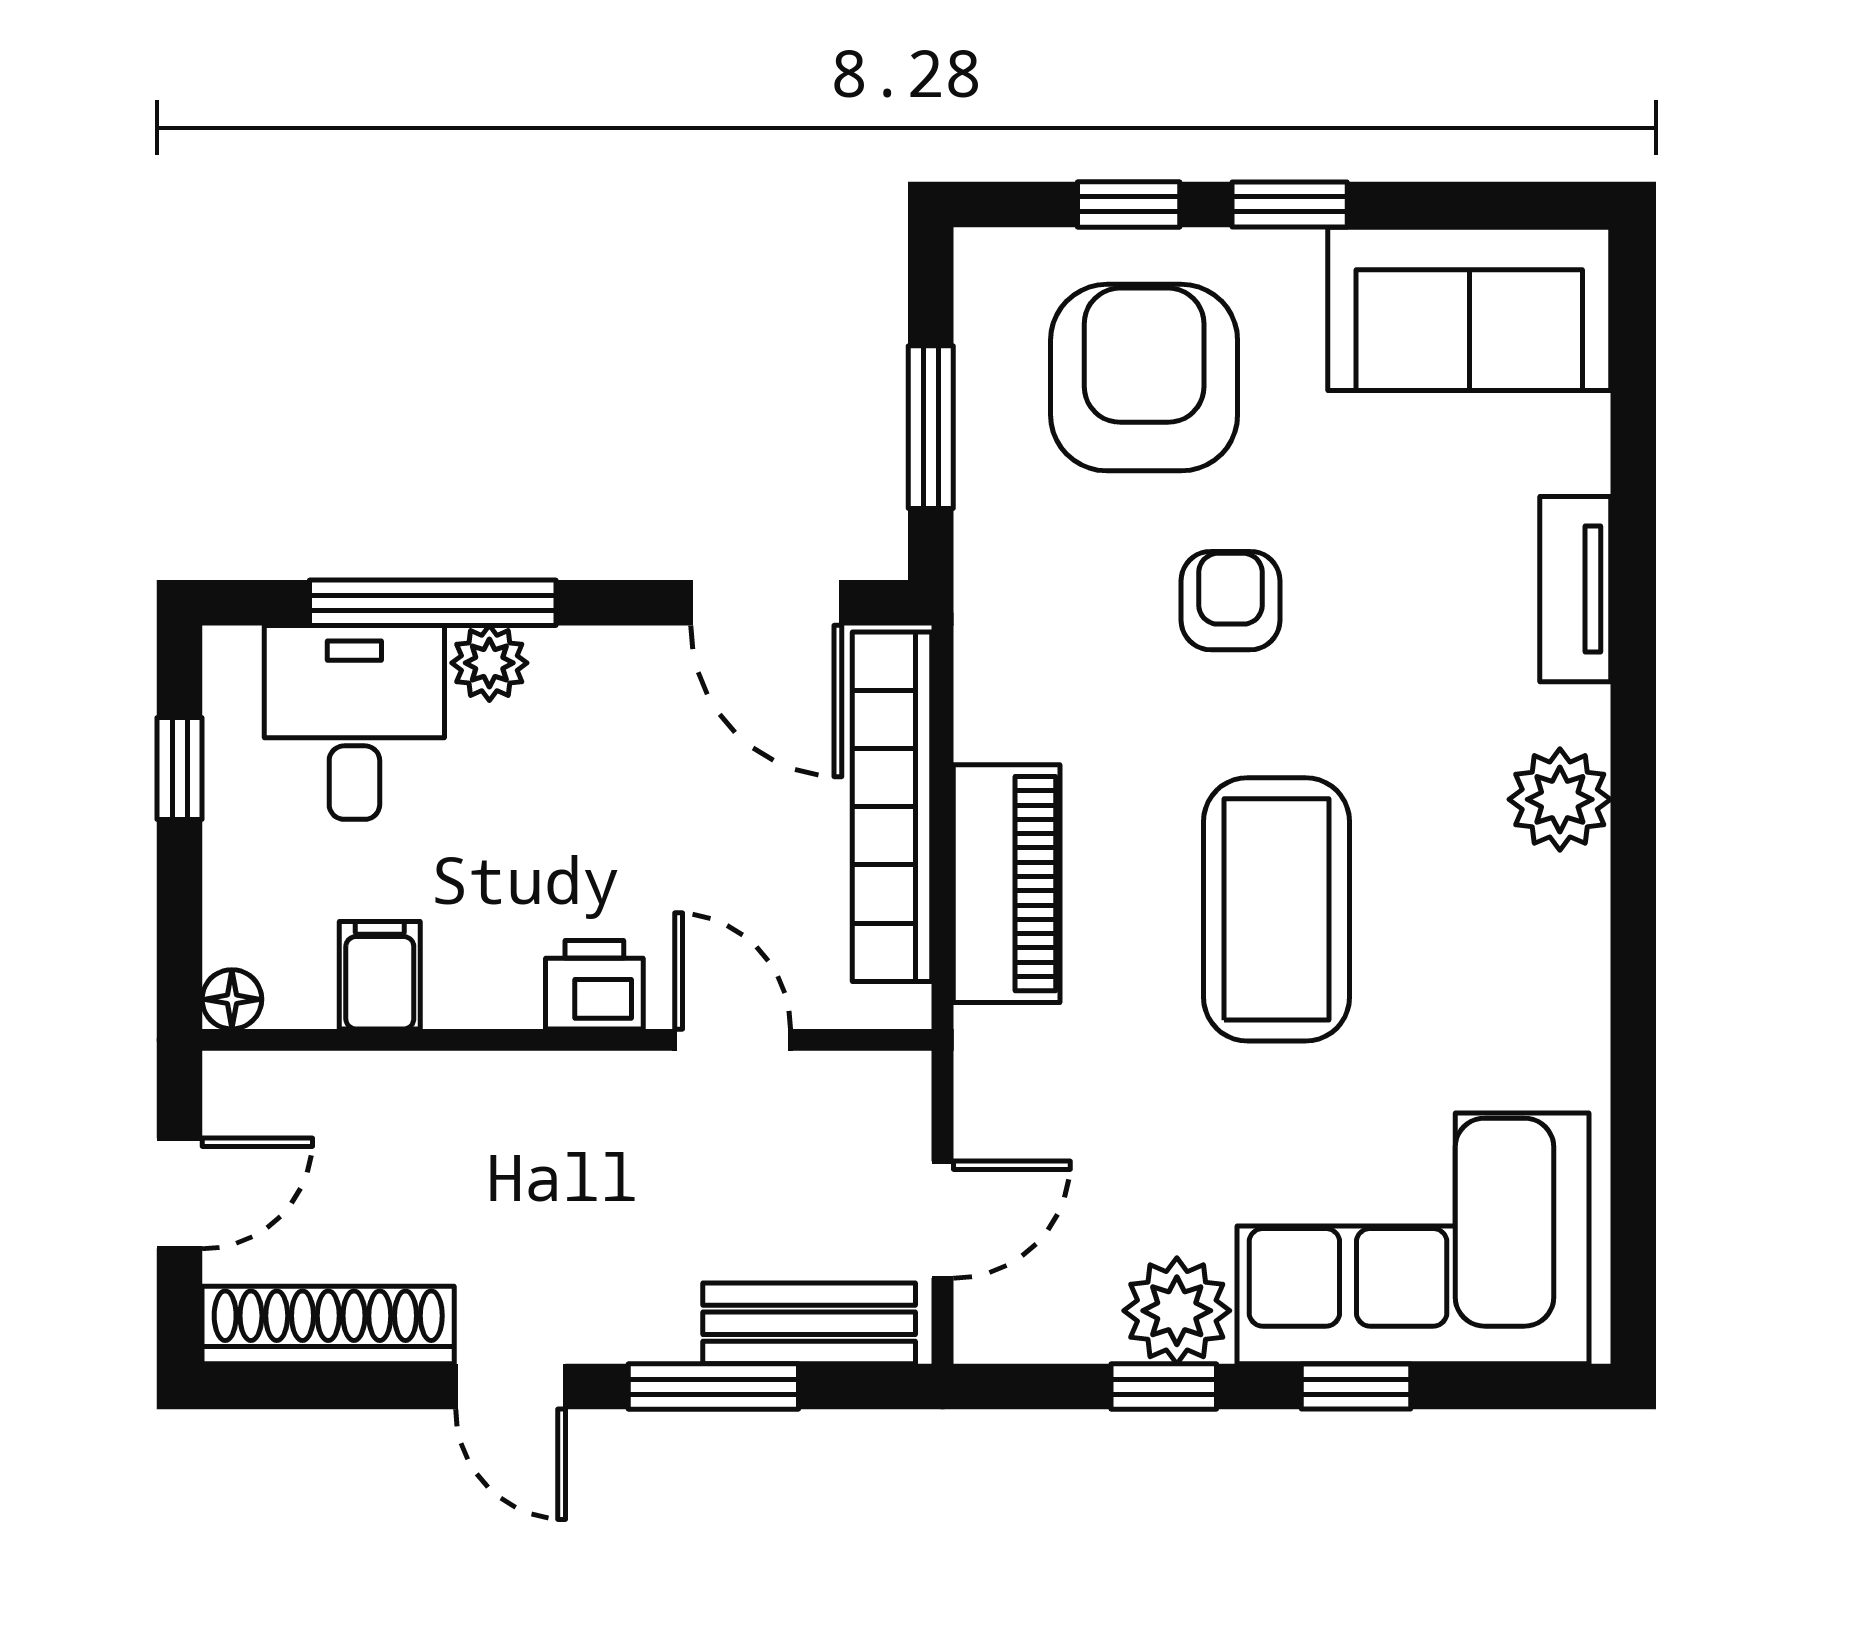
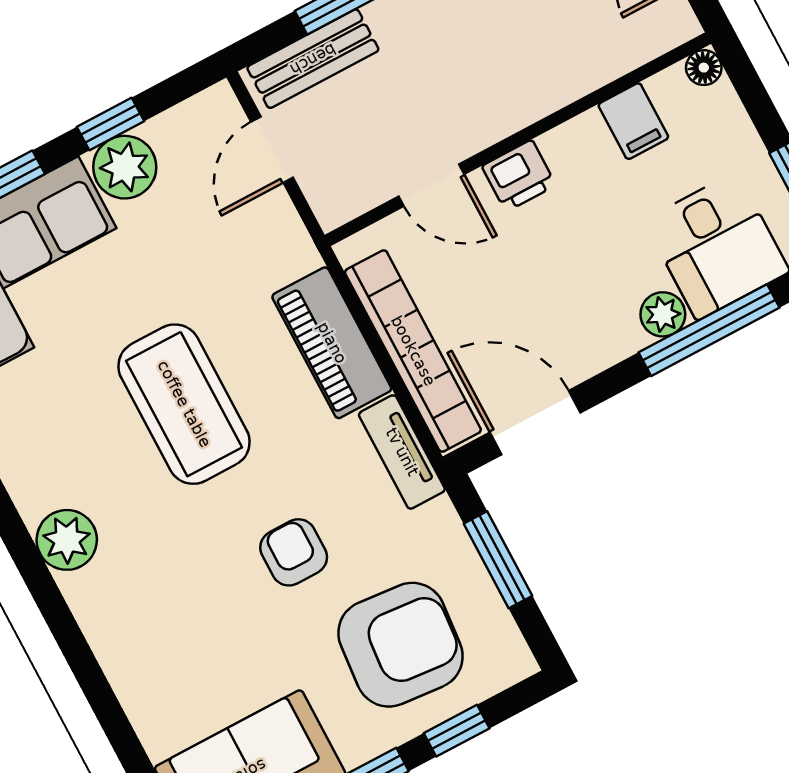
armchair: (1144, 378) -> (401, 645), turned -85
tv unit: (1575, 589) -> (402, 452), moved, turned 180
armchair: (1231, 601) -> (294, 552), turned 180

